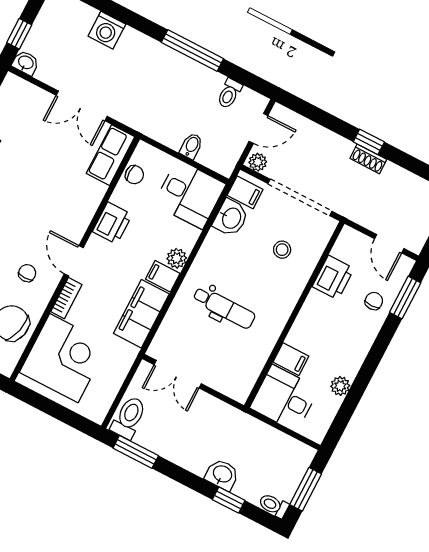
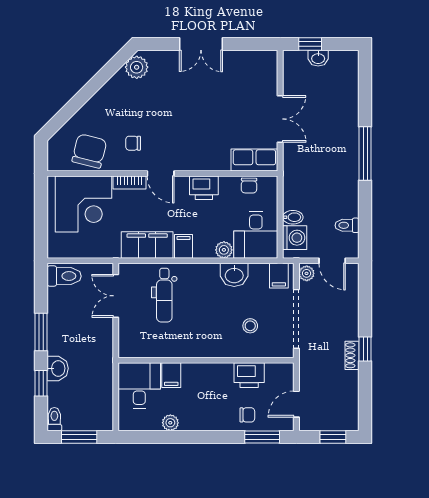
washing machine: (107, 30) -> (295, 238), moved, turned 180
window: (192, 50) -> (365, 153), moved
washbasin: (26, 63) -> (318, 58), moved, turned 90
double door: (82, 106) -> (280, 119), swing flipped
washbasin: (231, 218) -> (234, 275), moved
plant: (177, 258) -> (224, 250), moved
door: (74, 261) -> (161, 173), swing flipped
chair: (27, 273) -> (133, 143), turned 180
dental chair: (224, 308) -> (164, 295), moved
window: (136, 452) -> (41, 332), moved

